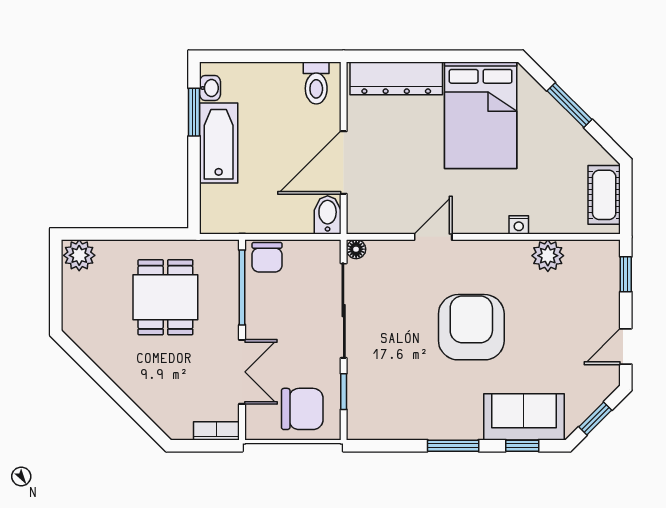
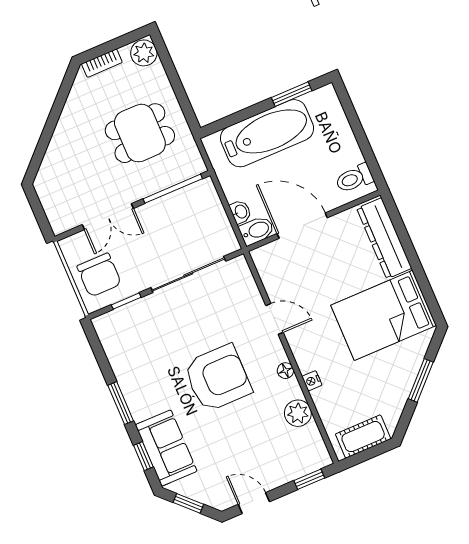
washbasin: (210, 88) -> (241, 212), moved, turned -90
bathtub: (219, 143) -> (267, 133), width x1.36, depth x1.36
floor lamp: (356, 249) -> (285, 371), moved
chair: (267, 257) -> (204, 198), removed
bookcase: (216, 431) -> (102, 63), moved, turned 90

